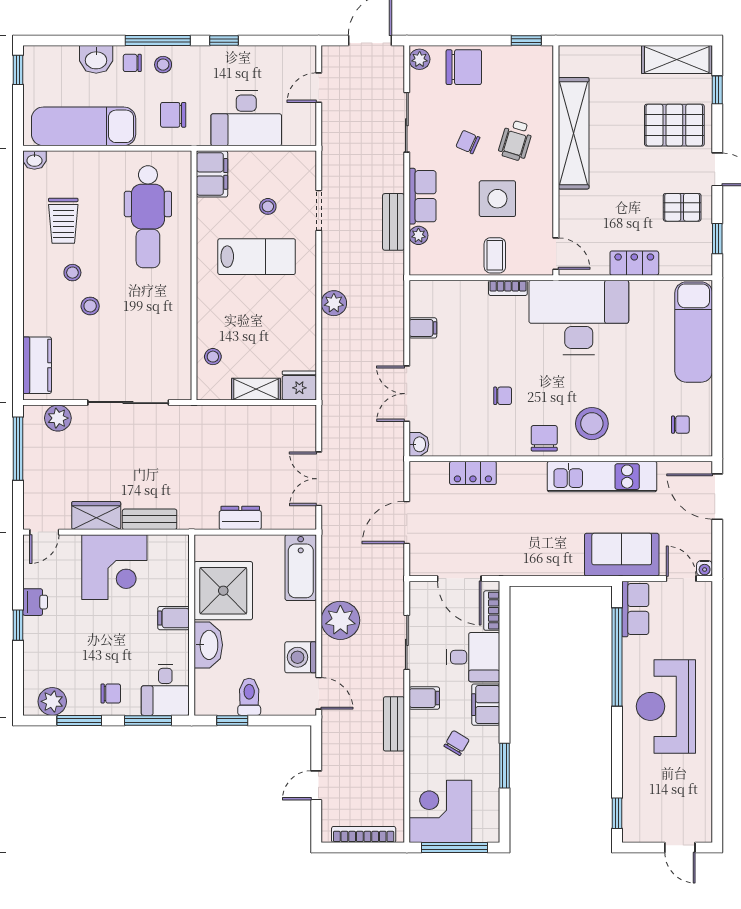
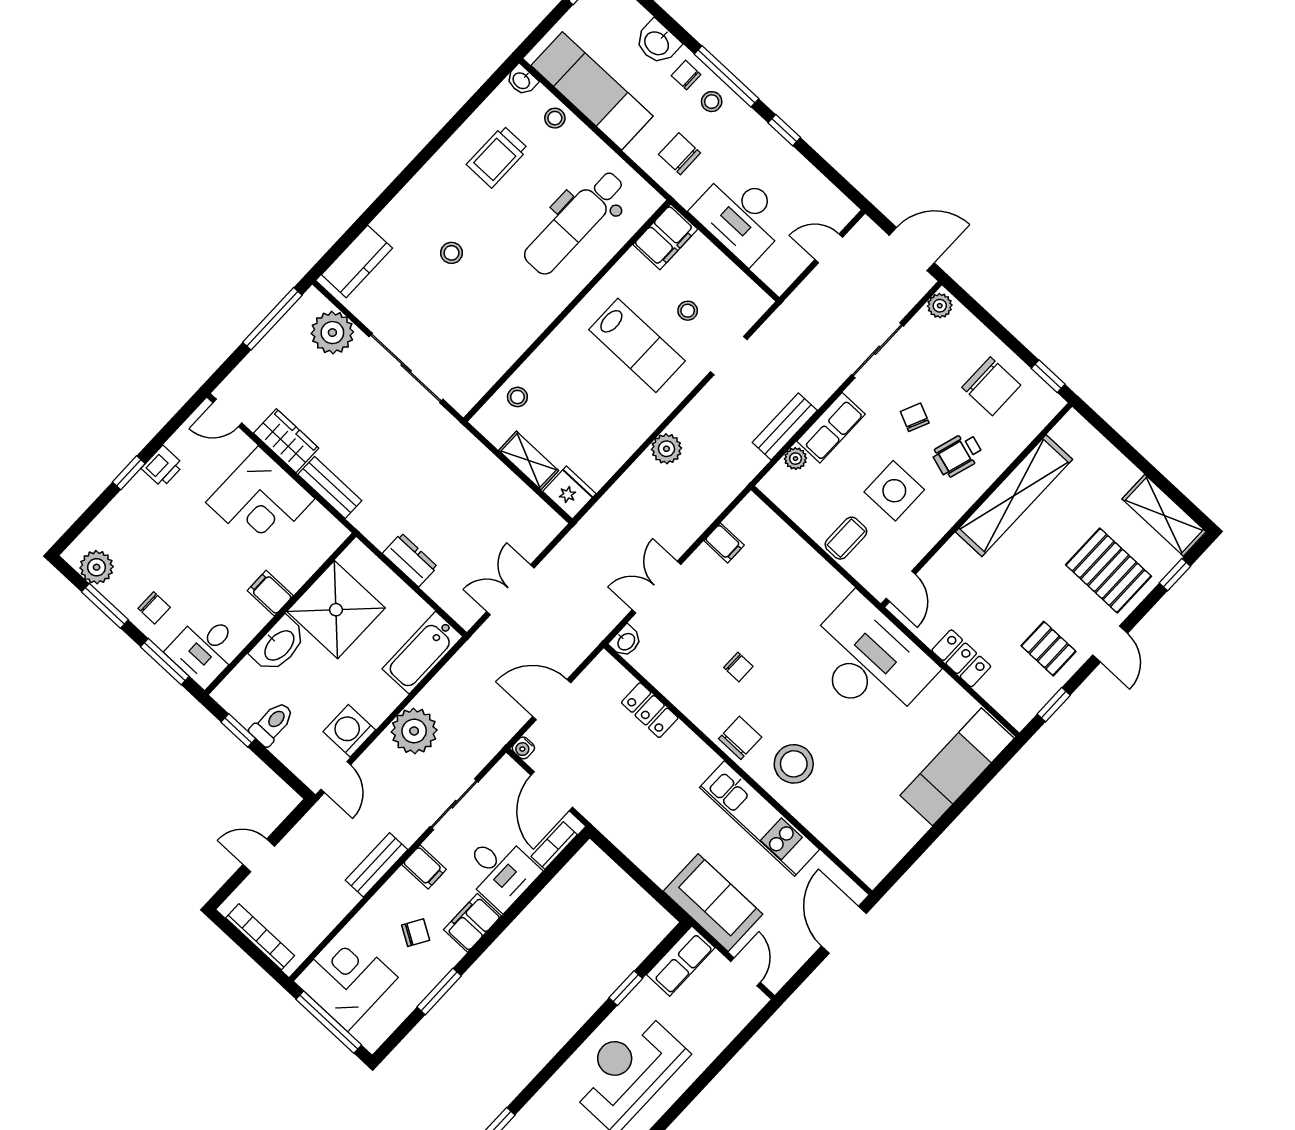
chair: (464, 67) -> (991, 386), moved
stool: (72, 273) -> (555, 118), moved
bookcase: (508, 288) -> (831, 577), removed
plant: (58, 418) -> (332, 333), width x1.36, depth x1.36
chair: (680, 425) -> (870, 837), removed
water cooler: (705, 568) -> (523, 748), moved
window: (617, 657) -> (626, 988), width x0.32

